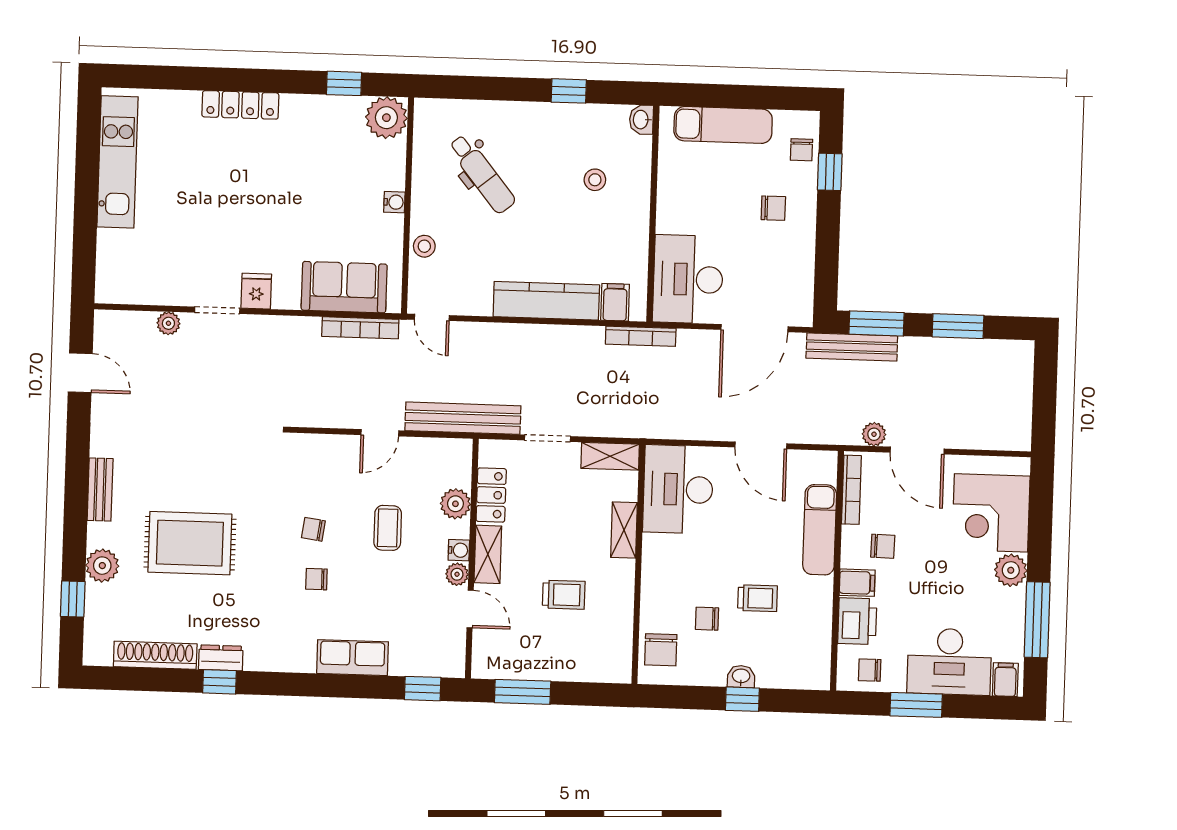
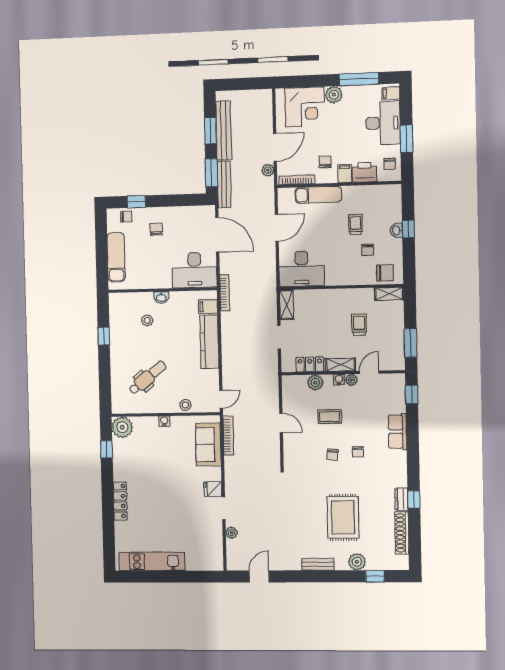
washbasin: (641, 120) -> (161, 298), moved
bench: (463, 418) -> (224, 130), moved
shelving: (624, 530) -> (389, 294), moved

